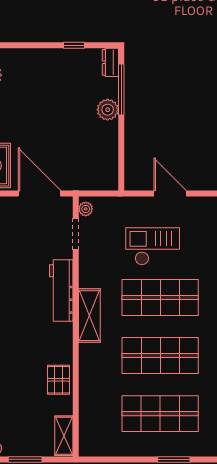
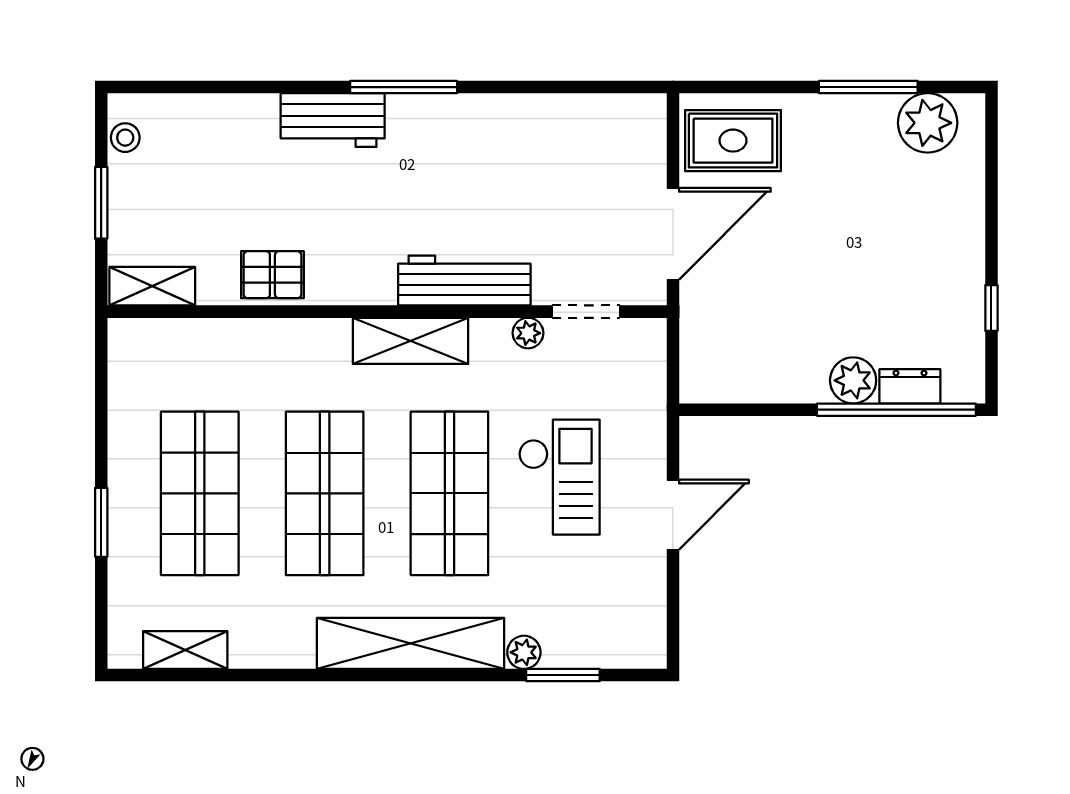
dresser: (110, 62) -> (910, 386), moved
window: (121, 90) -> (896, 410), width x1.46
plant: (86, 209) -> (528, 333), moved

